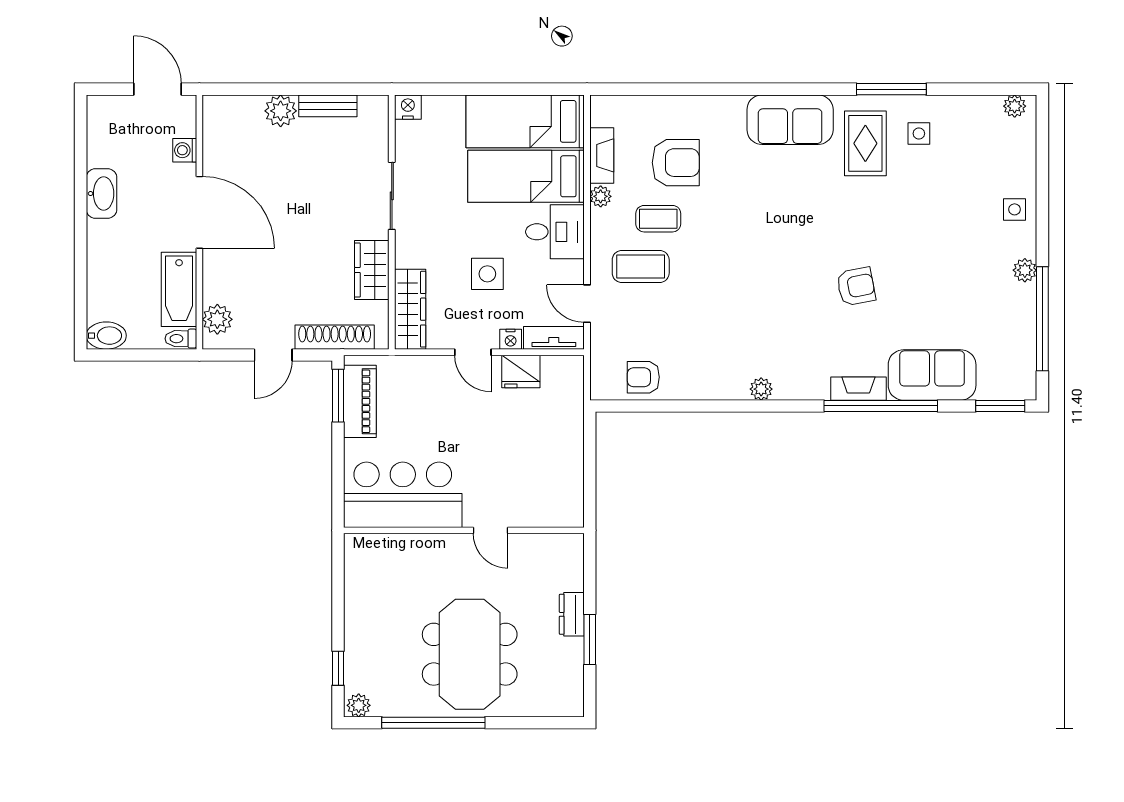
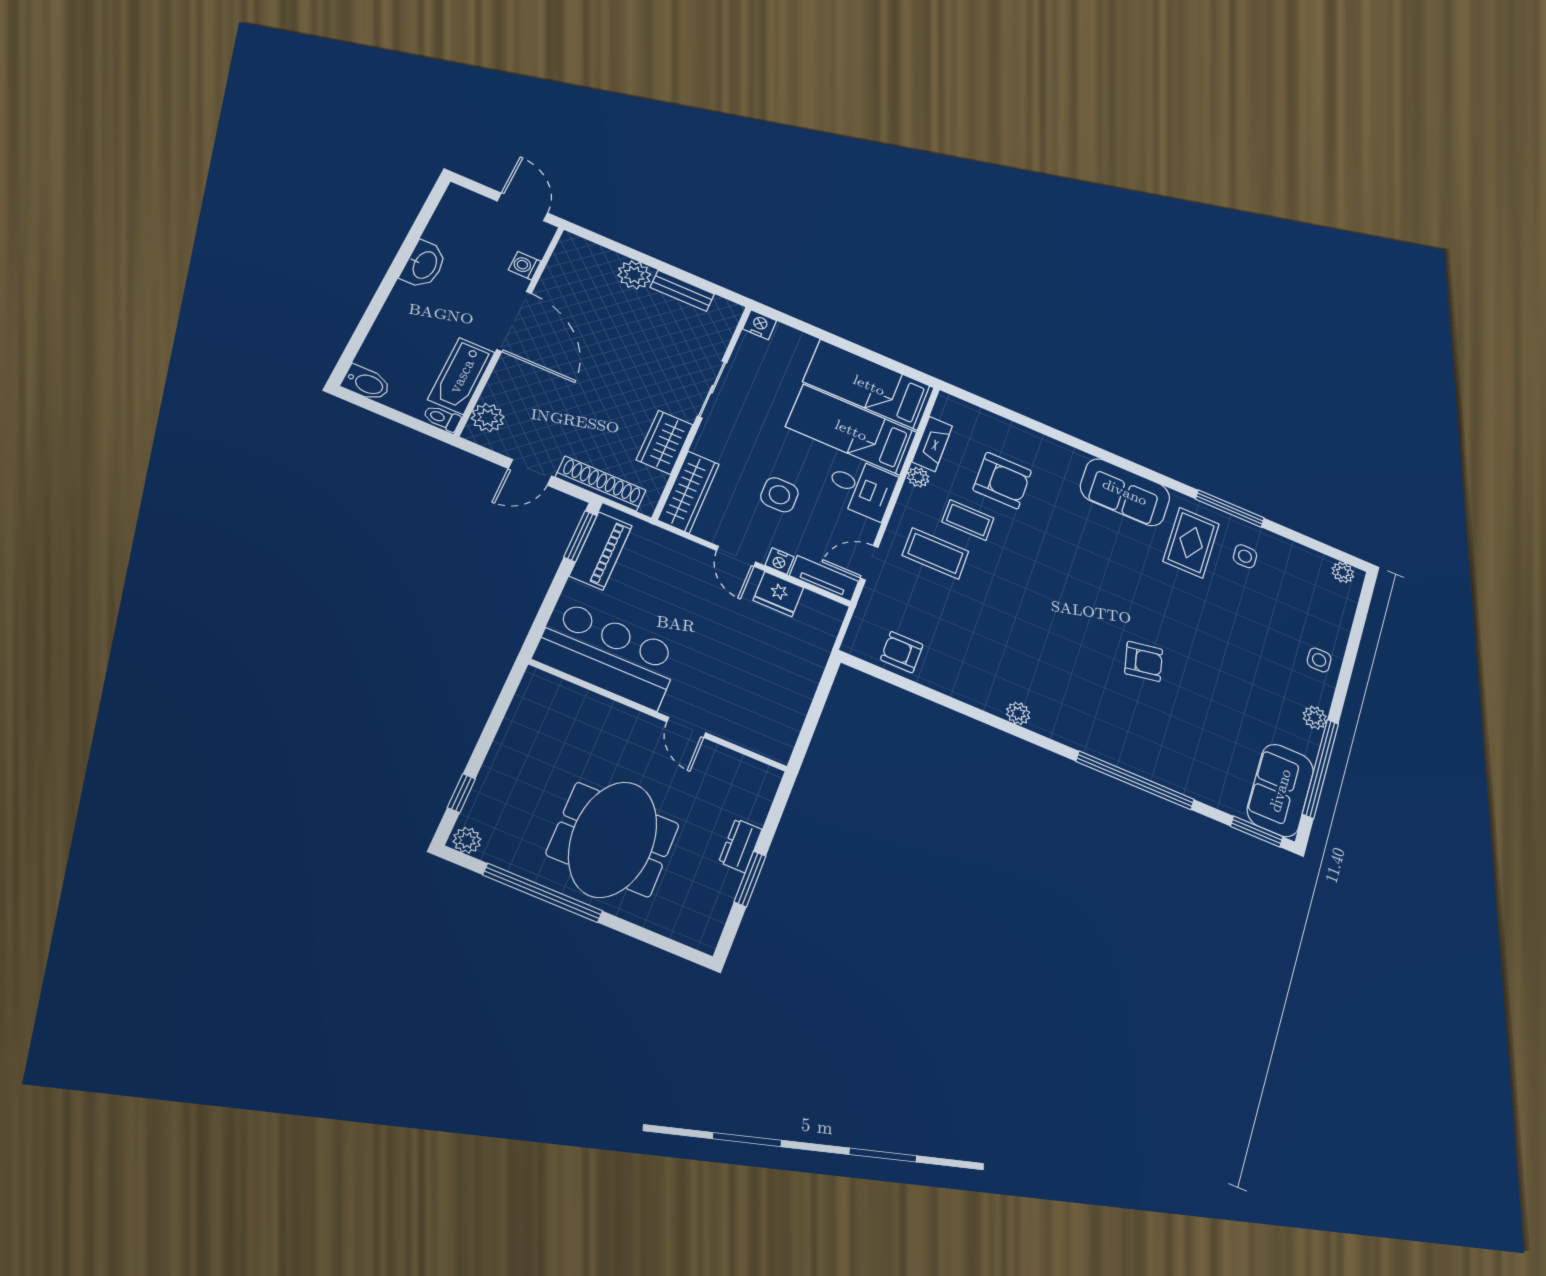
door: (587, 304) -> (869, 563), hinge flipped
sofa: (932, 375) -> (1280, 790), moved, turned -90
fireplace: (858, 389) -> (1117, 755), removed

